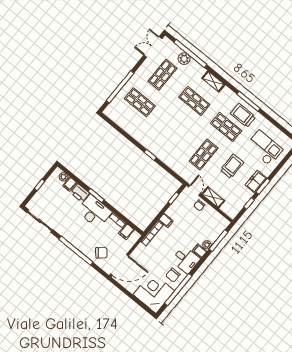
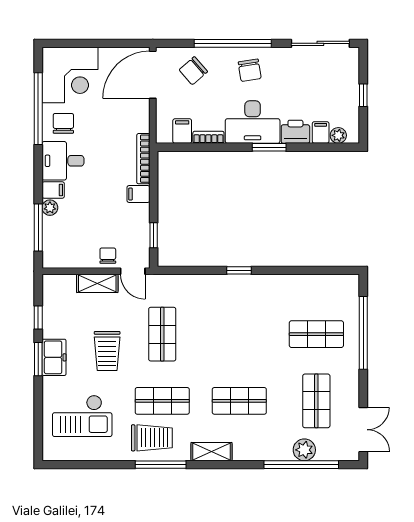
shelving: (213, 81) -> (211, 452), moved
chair: (78, 234) -> (250, 70), added

